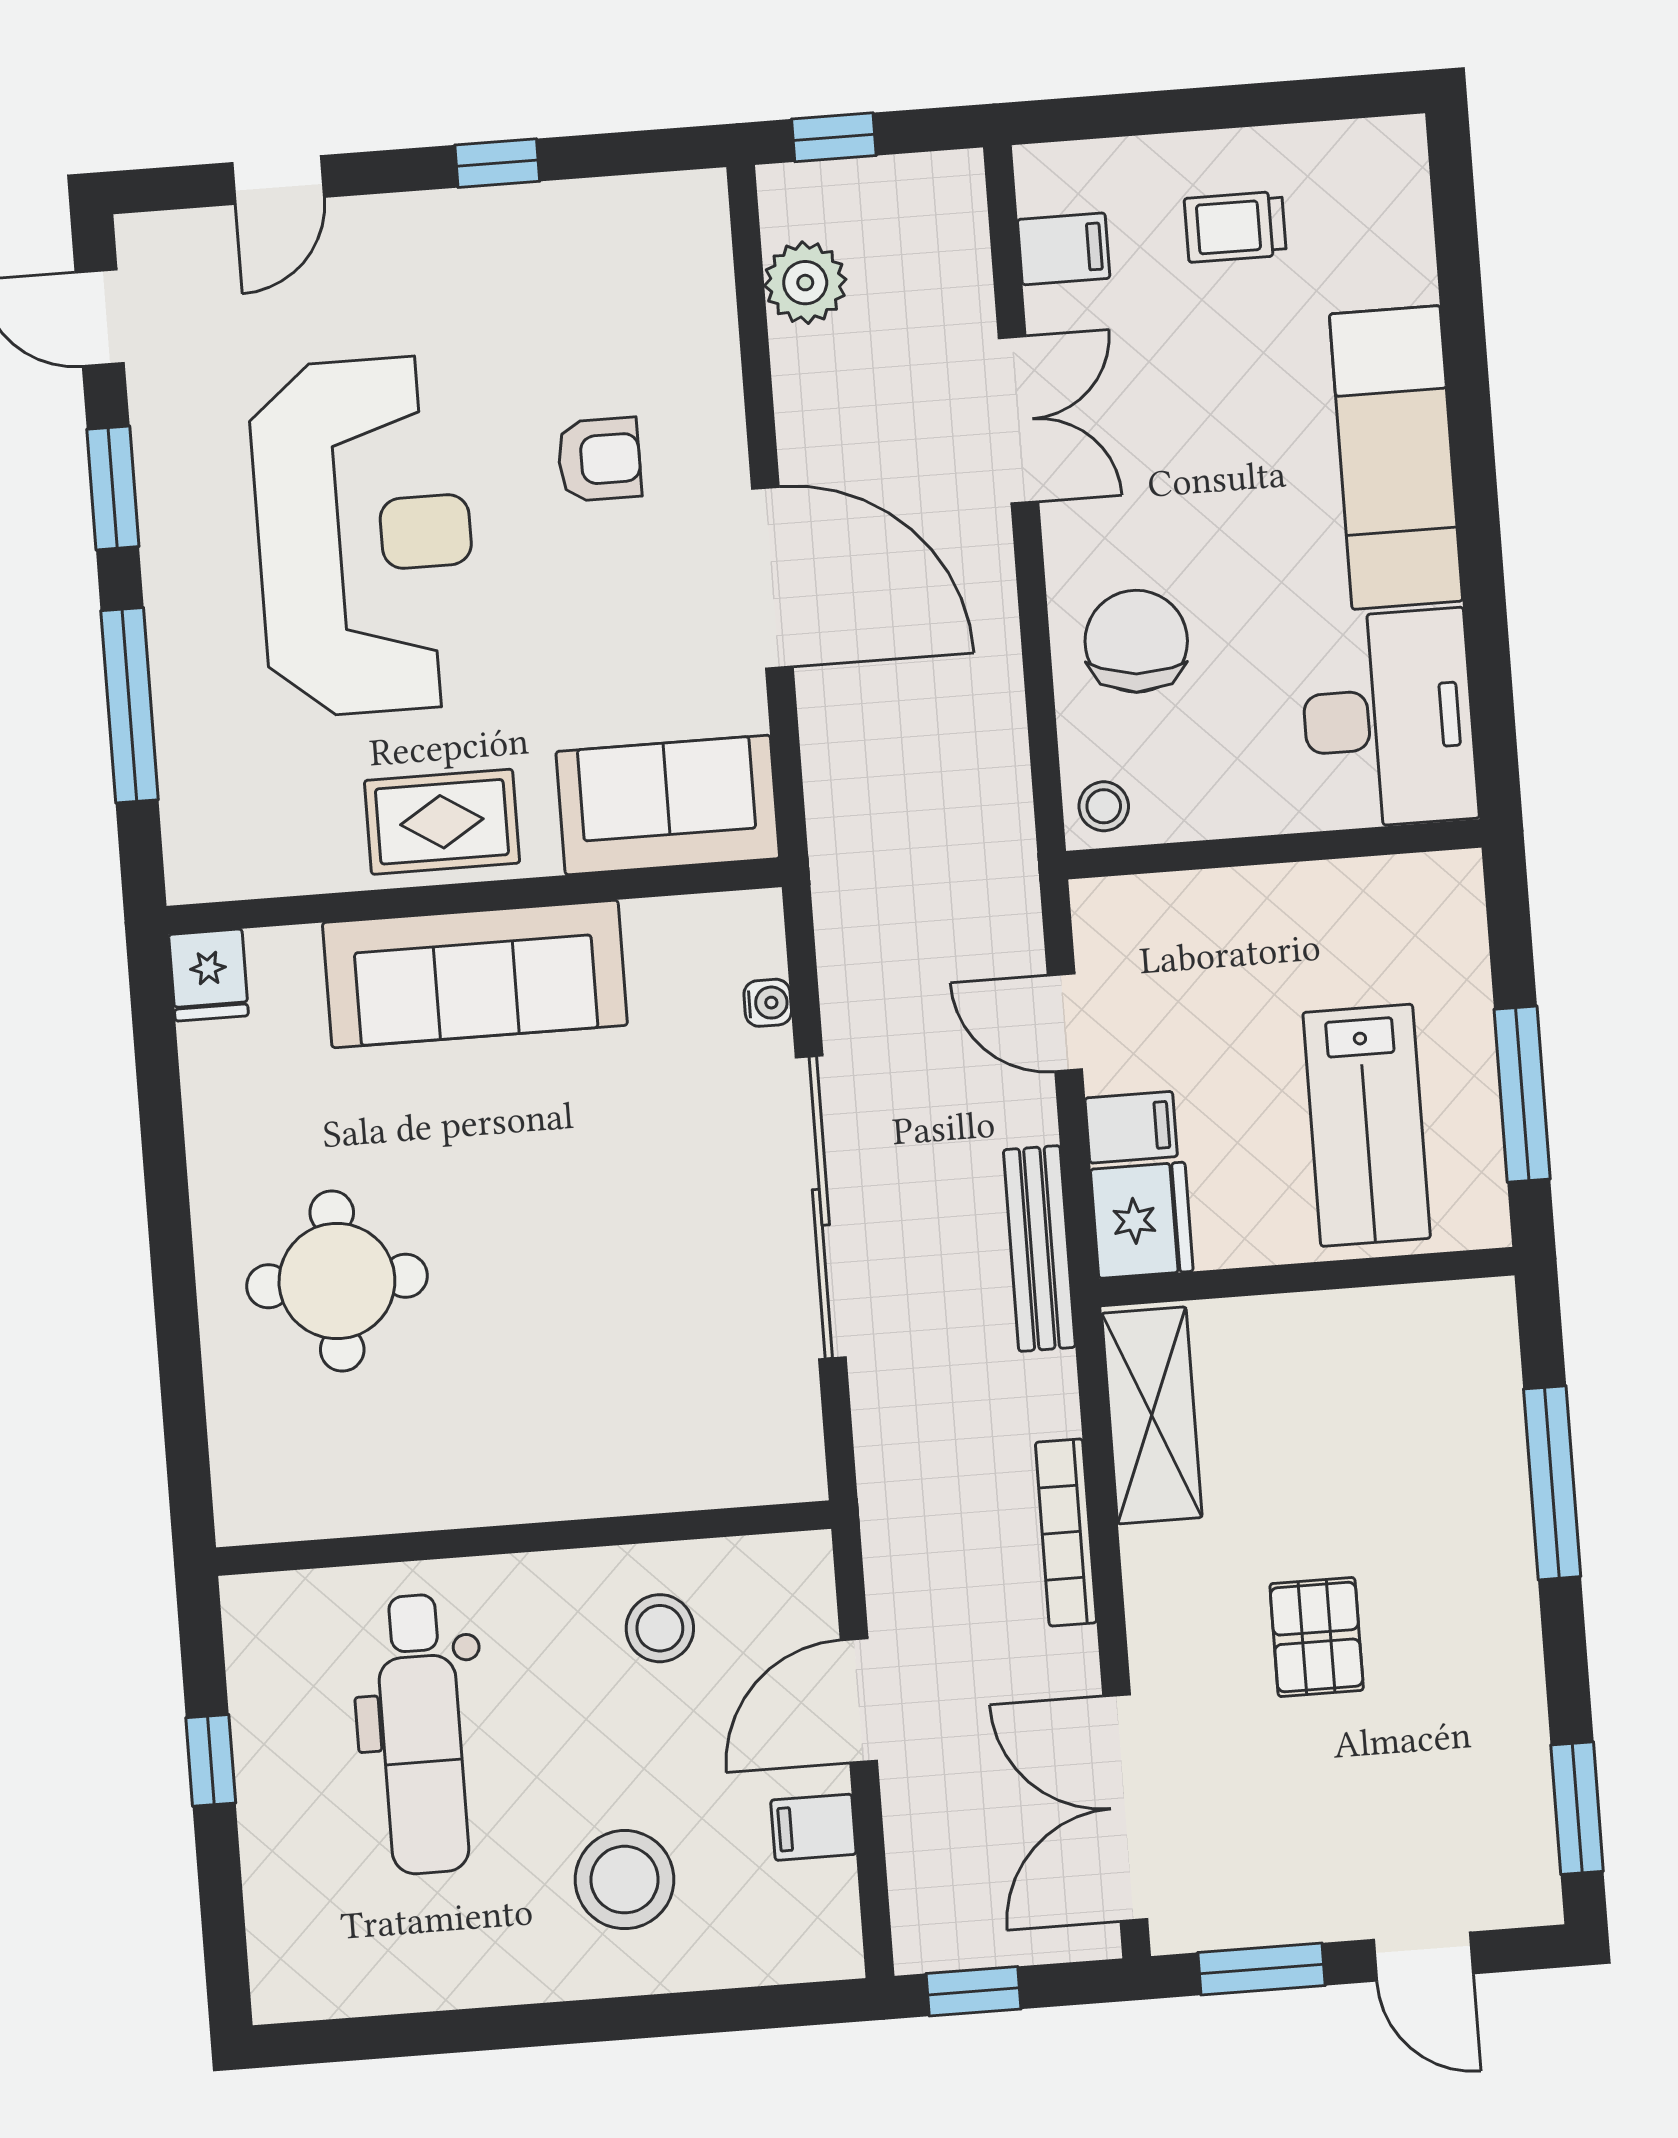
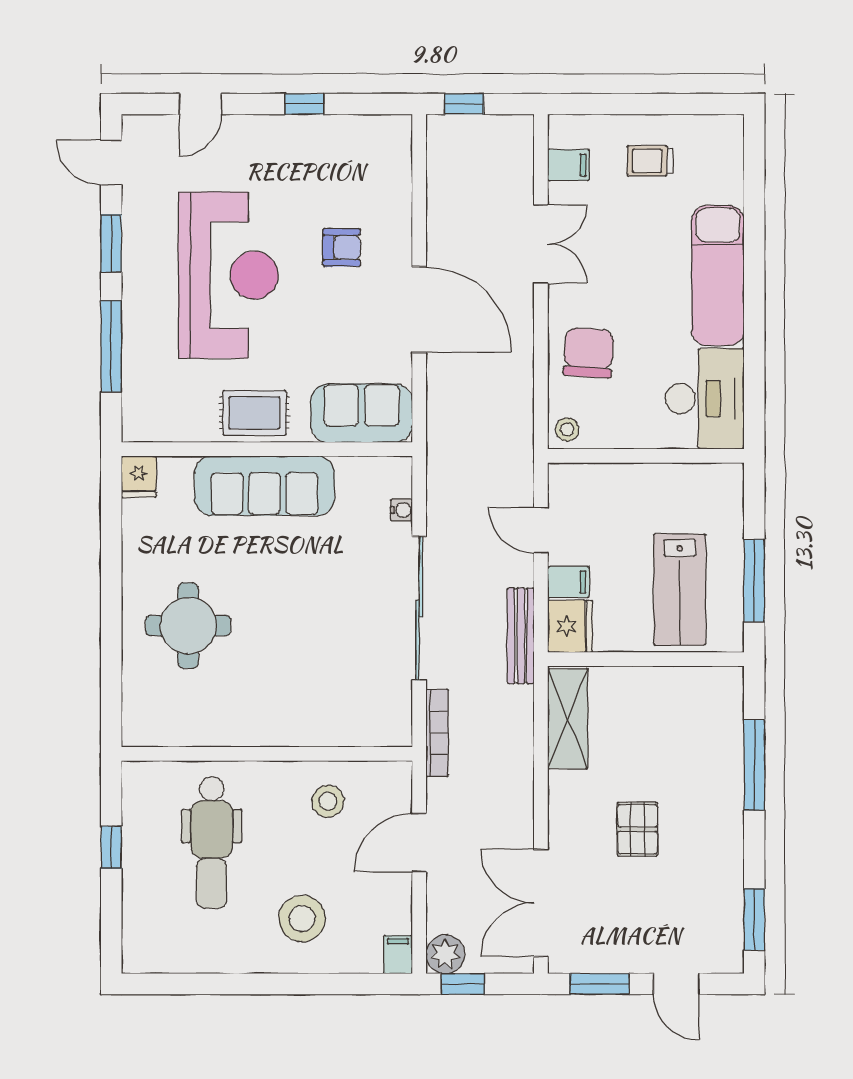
plant: (805, 283) -> (445, 954), moved
bookcase: (1066, 1532) -> (437, 733), moved, turned 180
filing cabinet: (813, 1827) -> (398, 955), moved, turned 90

